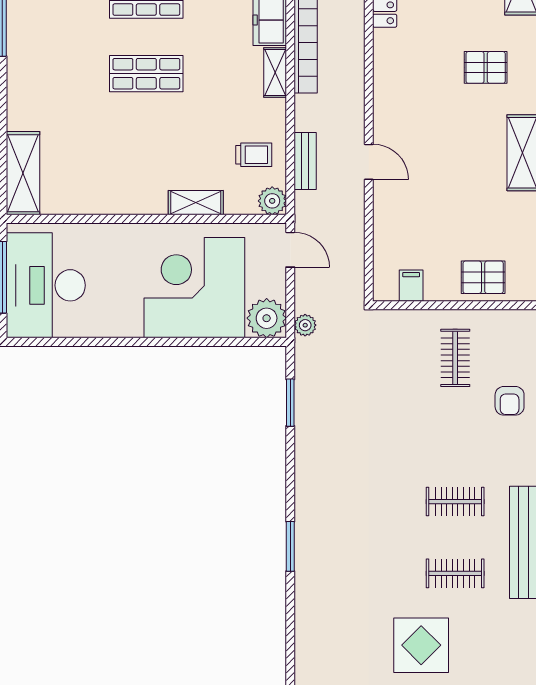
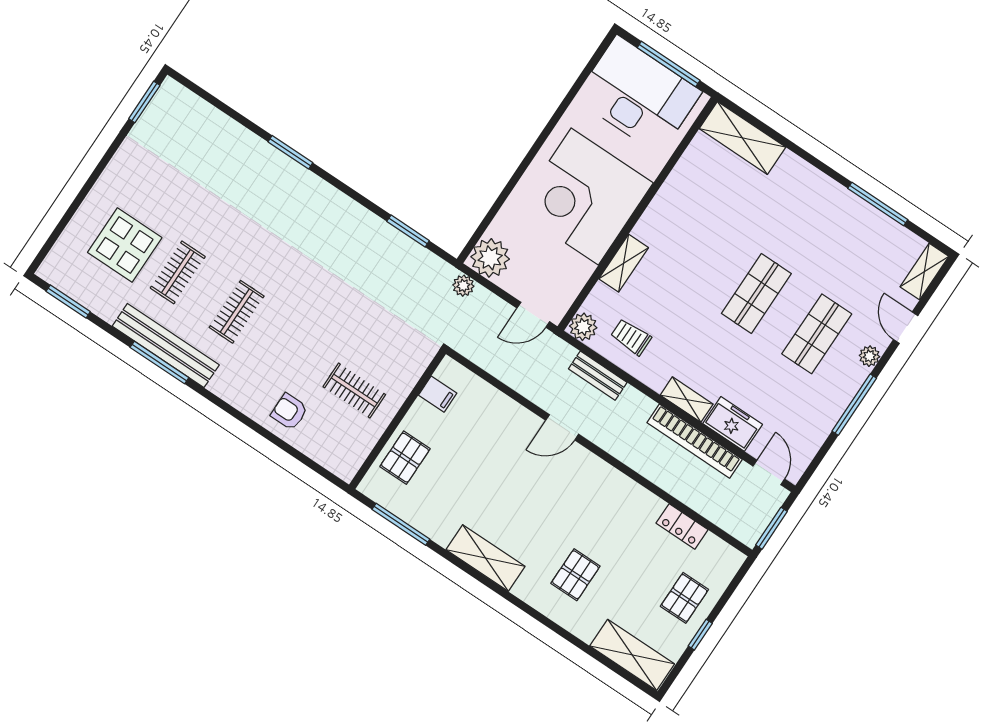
trolley: (254, 155) -> (631, 337), turned 90
corner desk: (194, 288) -> (585, 197), moved, turned 180
display table: (421, 645) -> (125, 245), moved

